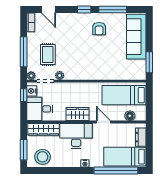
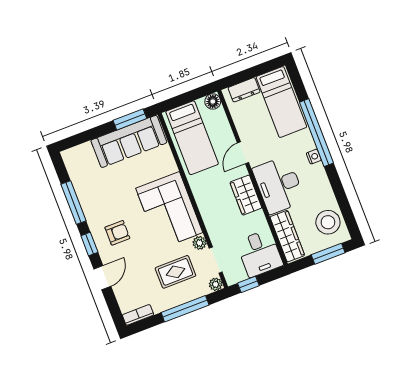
door: (49, 10) -> (102, 278), moved
armchair: (99, 29) -> (117, 233), moved
sofa: (136, 37) -> (129, 141), moved
corner sofa: (86, 65) -> (169, 210), added
nightstand: (32, 91) -> (238, 275), removed
floor lamp: (130, 116) -> (213, 101), moved
window: (116, 170) -> (316, 133), moved

